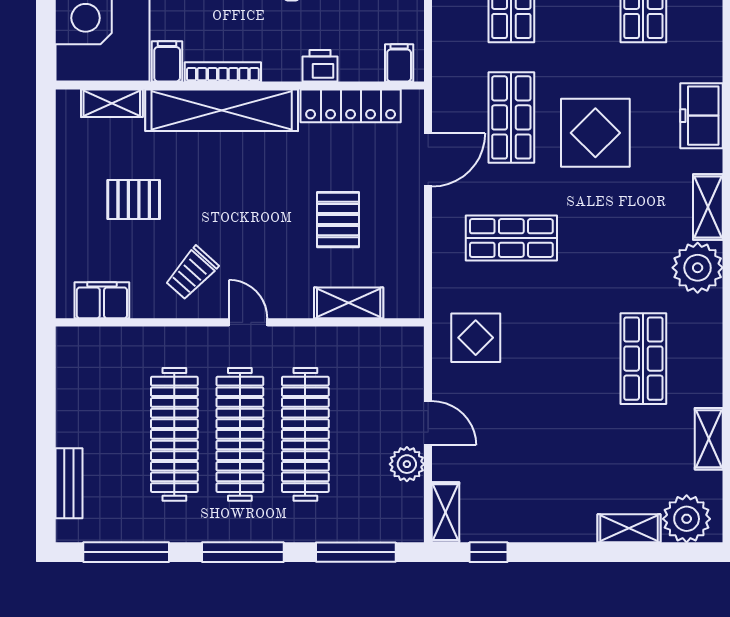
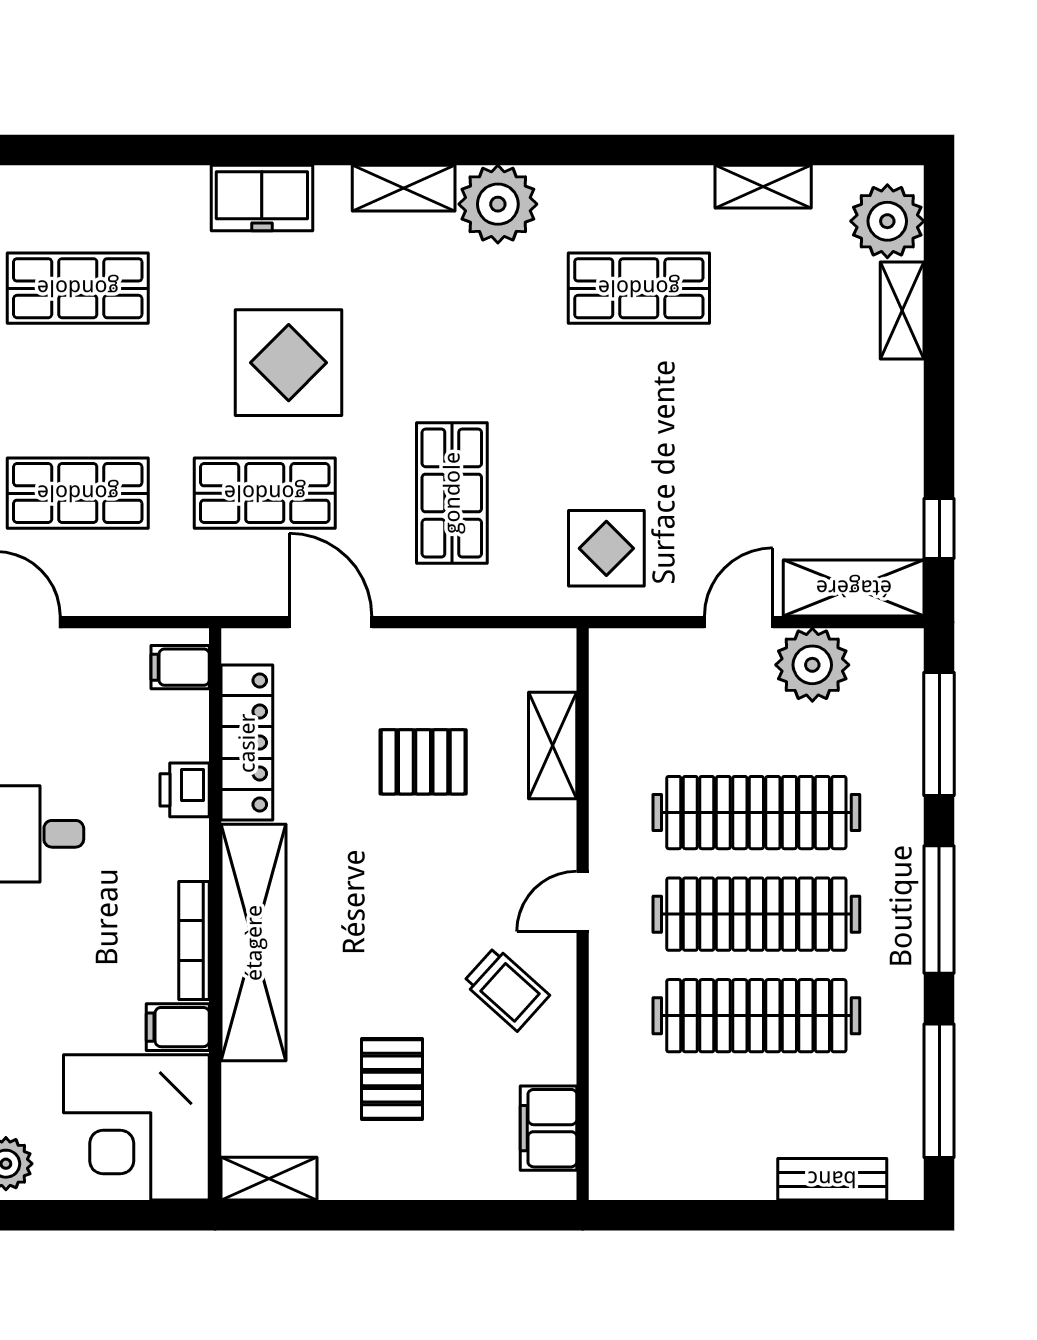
shelving: (112, 103) -> (269, 1179), moved, turned 90
plant: (407, 464) -> (812, 665), width x1.36, depth x1.36
shelving: (446, 512) -> (854, 588), width x1.50, depth x1.33

